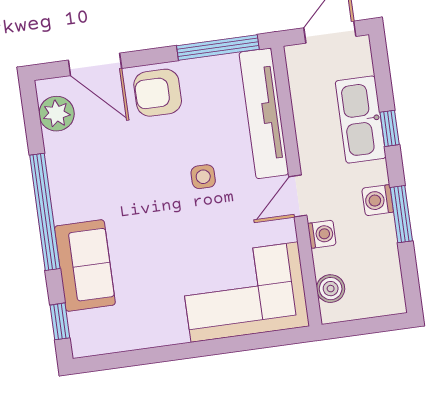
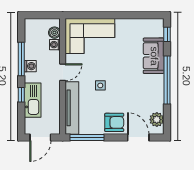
window: (401, 214) -> (21, 59), width x1.44
washing machine: (322, 234) -> (55, 45), moved

